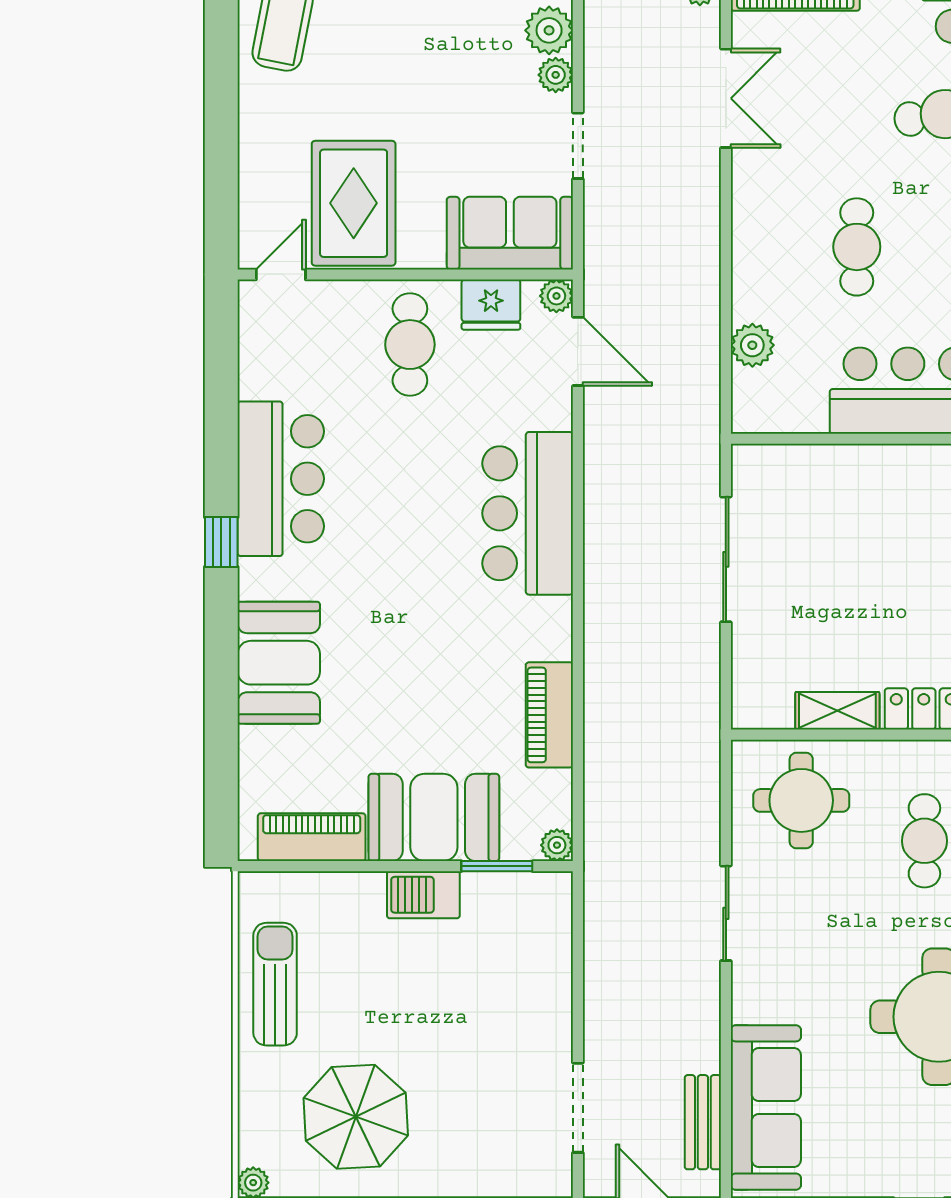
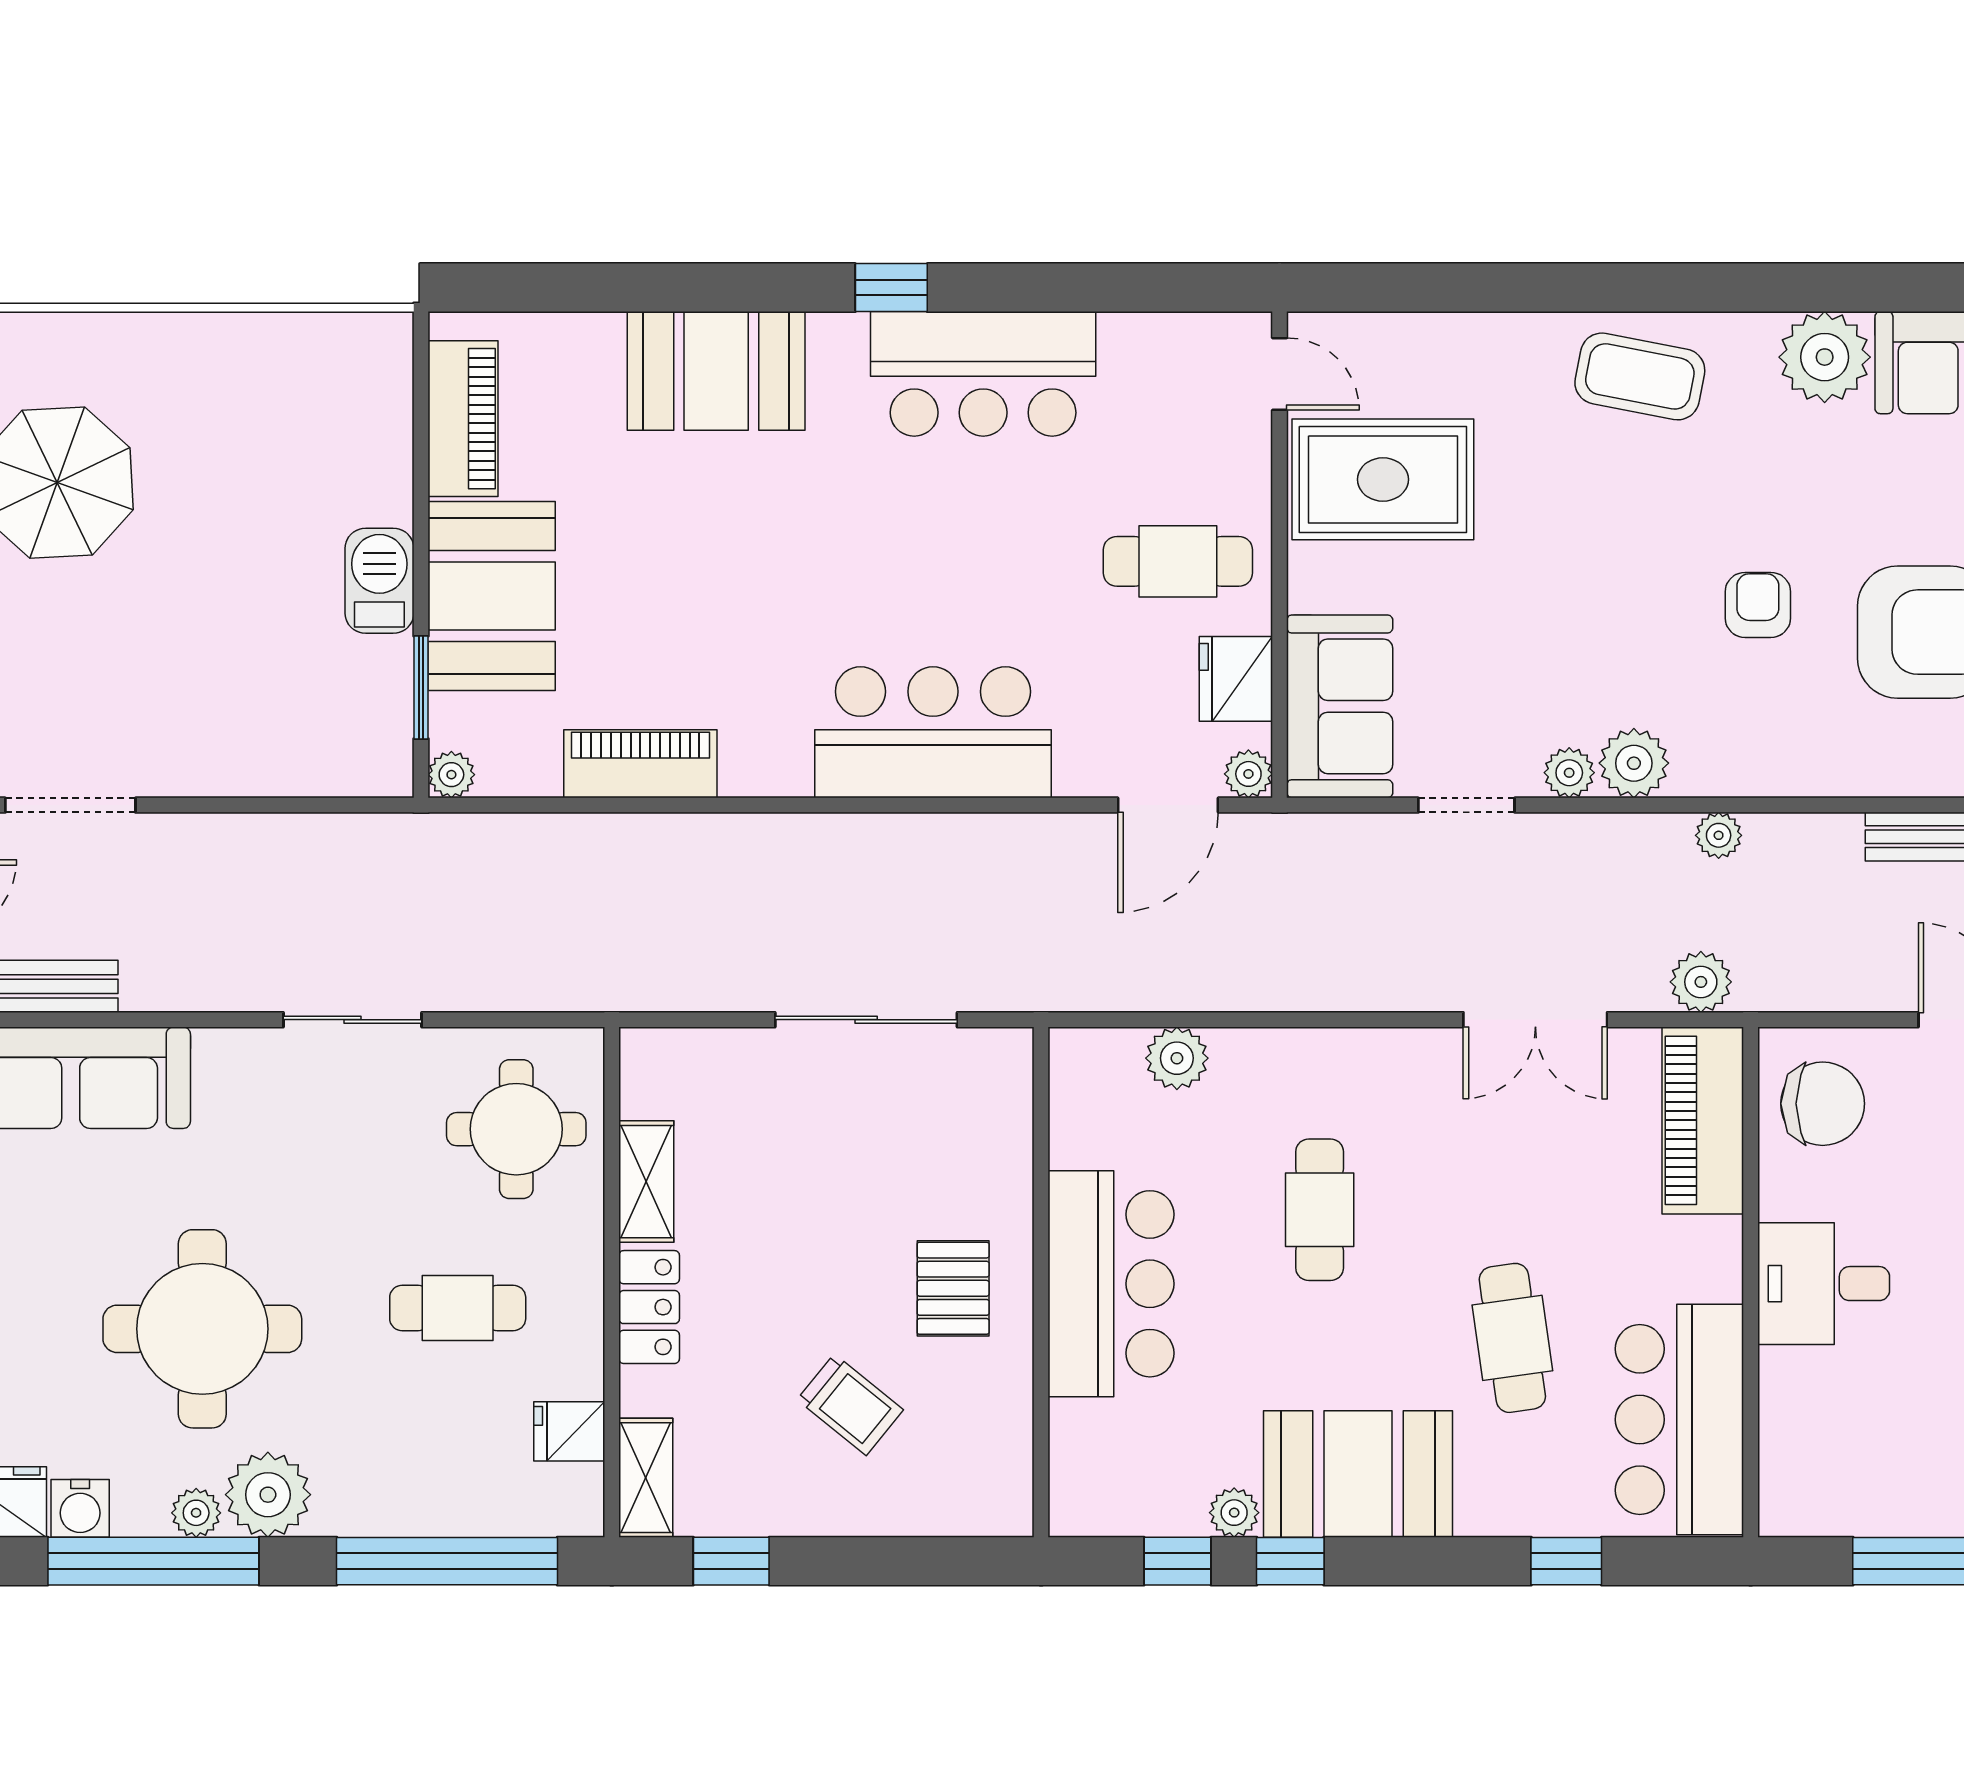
cafe table: (857, 247) -> (1320, 1210), turned 90
pallet: (911, 499) -> (953, 1288), added
sun lounger: (275, 984) -> (250, 366), removed

